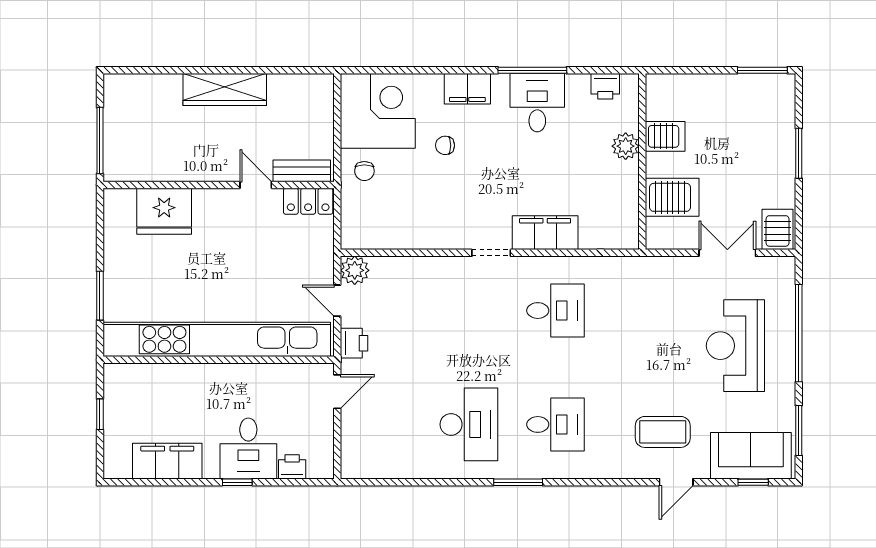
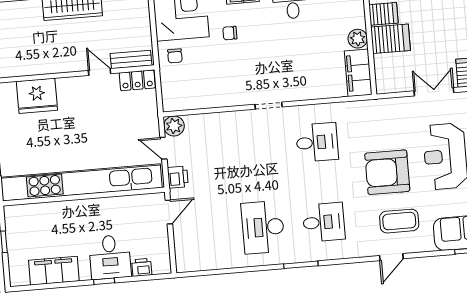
plant: (626, 146) -> (358, 39), moved
server rack: (672, 197) -> (391, 39), moved
filing cabinet: (545, 233) -> (358, 73), moved, turned -90
armchair: (652, 361) -> (387, 172), added
desk: (469, 424) -> (263, 227), turned 180
door: (676, 482) -> (391, 257), moved

